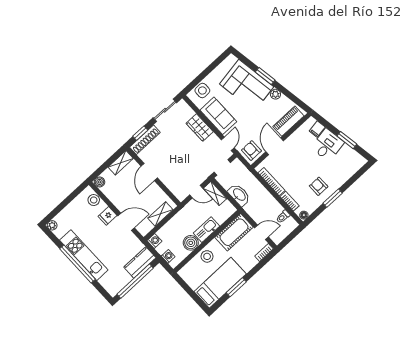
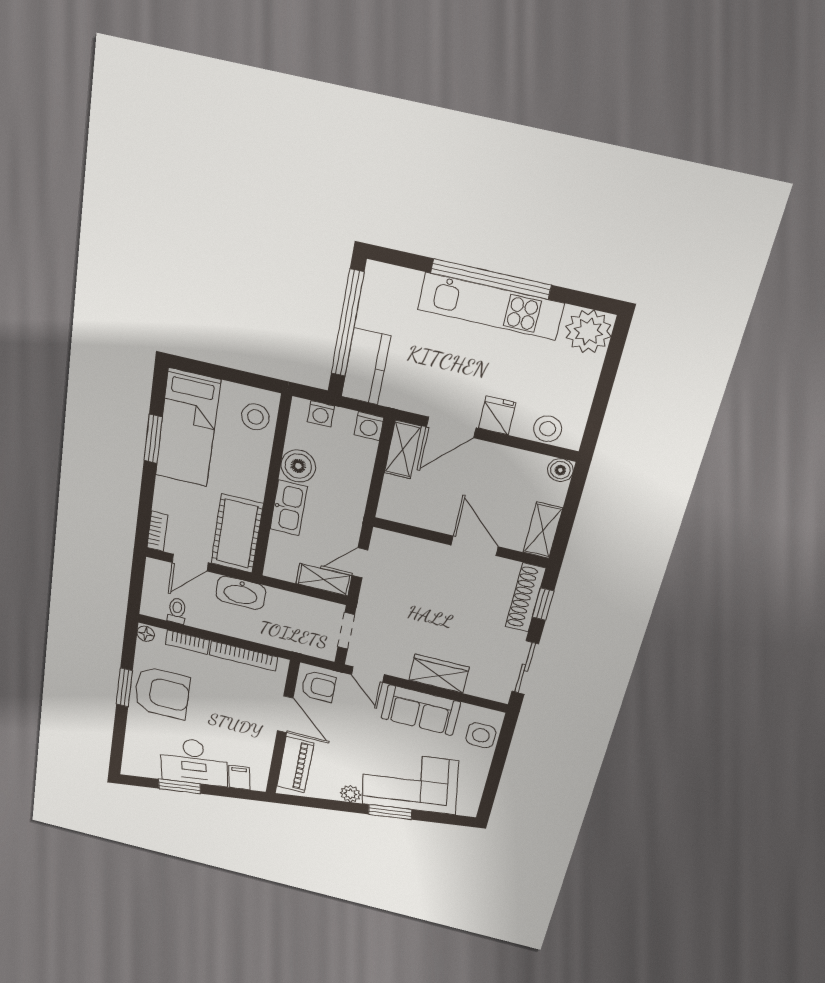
desk: (327, 145) -> (194, 762), width x1.37
armchair: (319, 186) -> (162, 693), width x1.88, depth x1.88
washbasin: (239, 195) -> (241, 593), moved
shelving: (160, 214) -> (403, 450), moved
plant: (52, 225) -> (588, 331), width x1.87, depth x1.87
stool: (207, 256) -> (255, 417), moved

